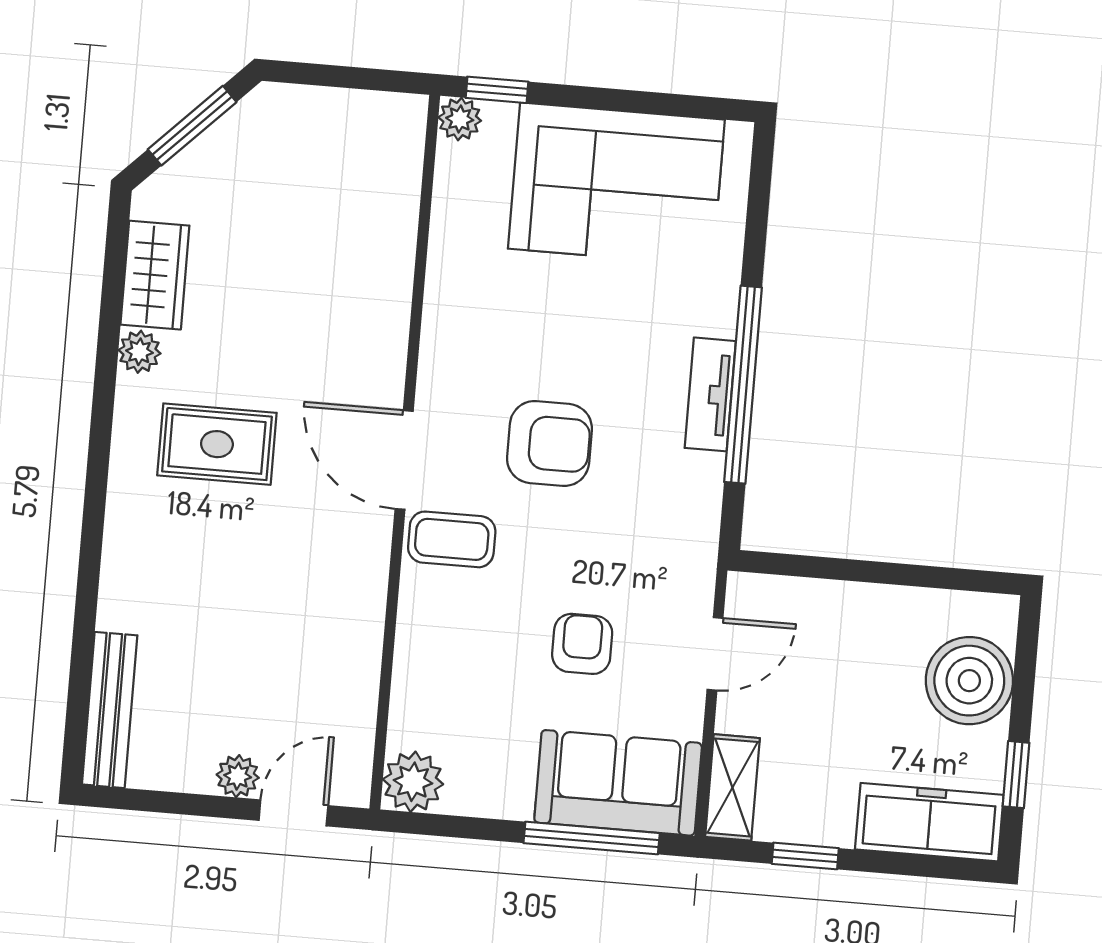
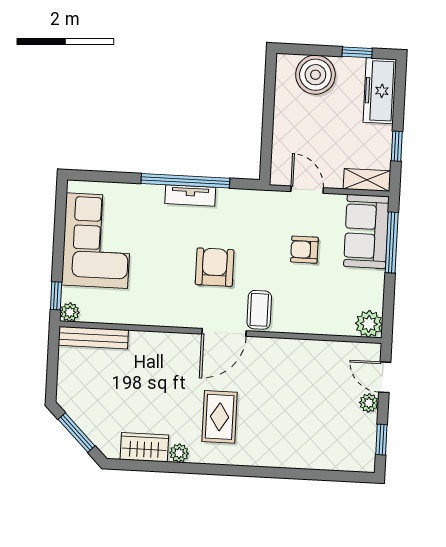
bench: (110, 710) -> (93, 338), moved
window: (155, 801) -> (381, 440), added

